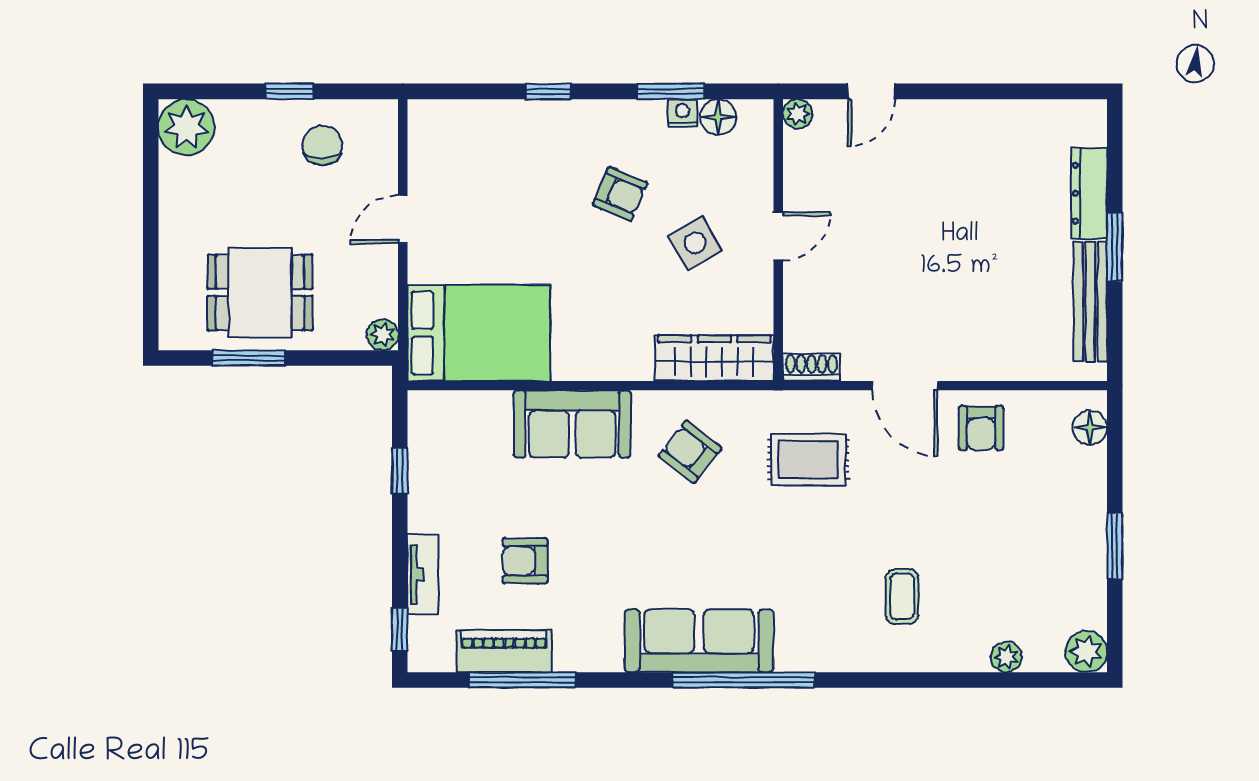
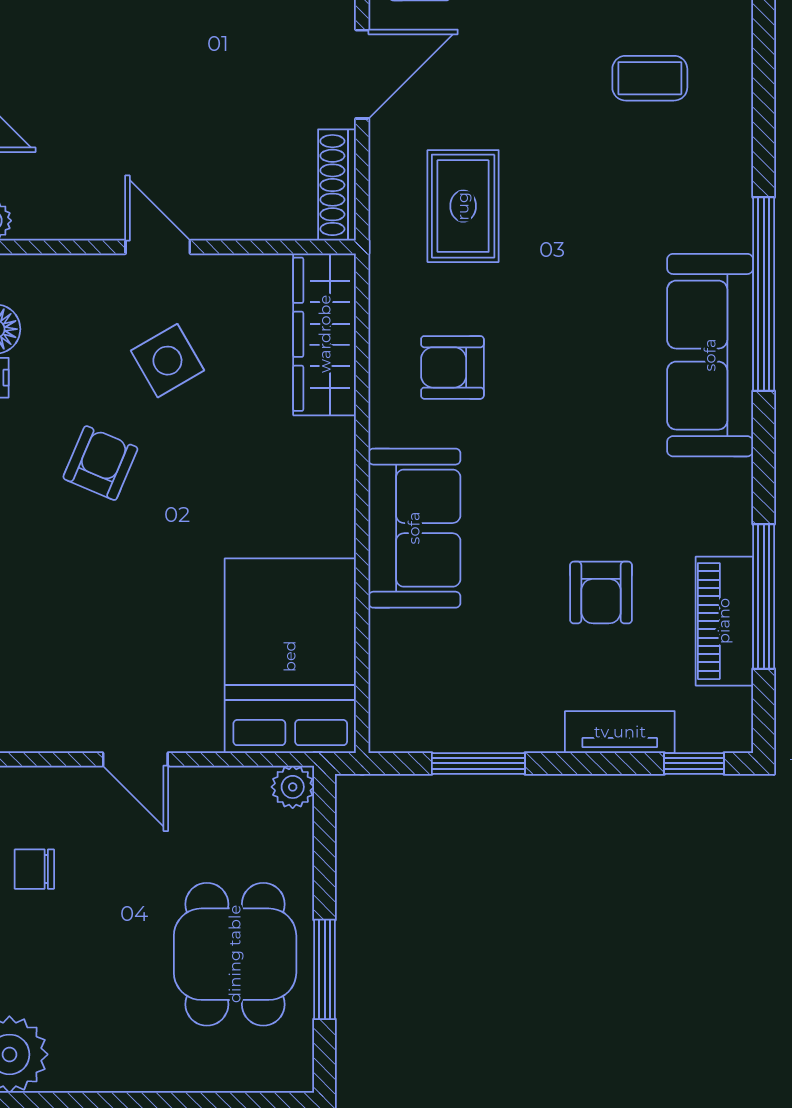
chair: (322, 145) -> (34, 869), width x0.73, depth x0.73
shoe rack: (811, 367) -> (337, 185), width x1.43
armchair: (690, 452) -> (452, 367), turned 52
window: (400, 471) -> (478, 763), width x1.50

